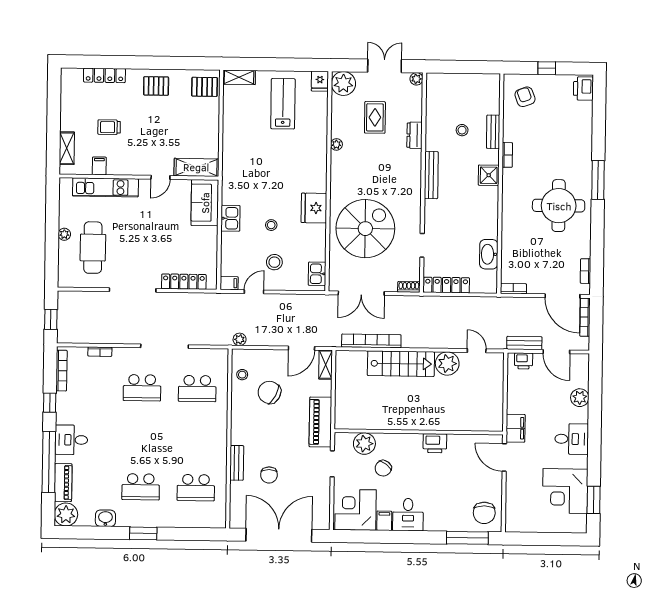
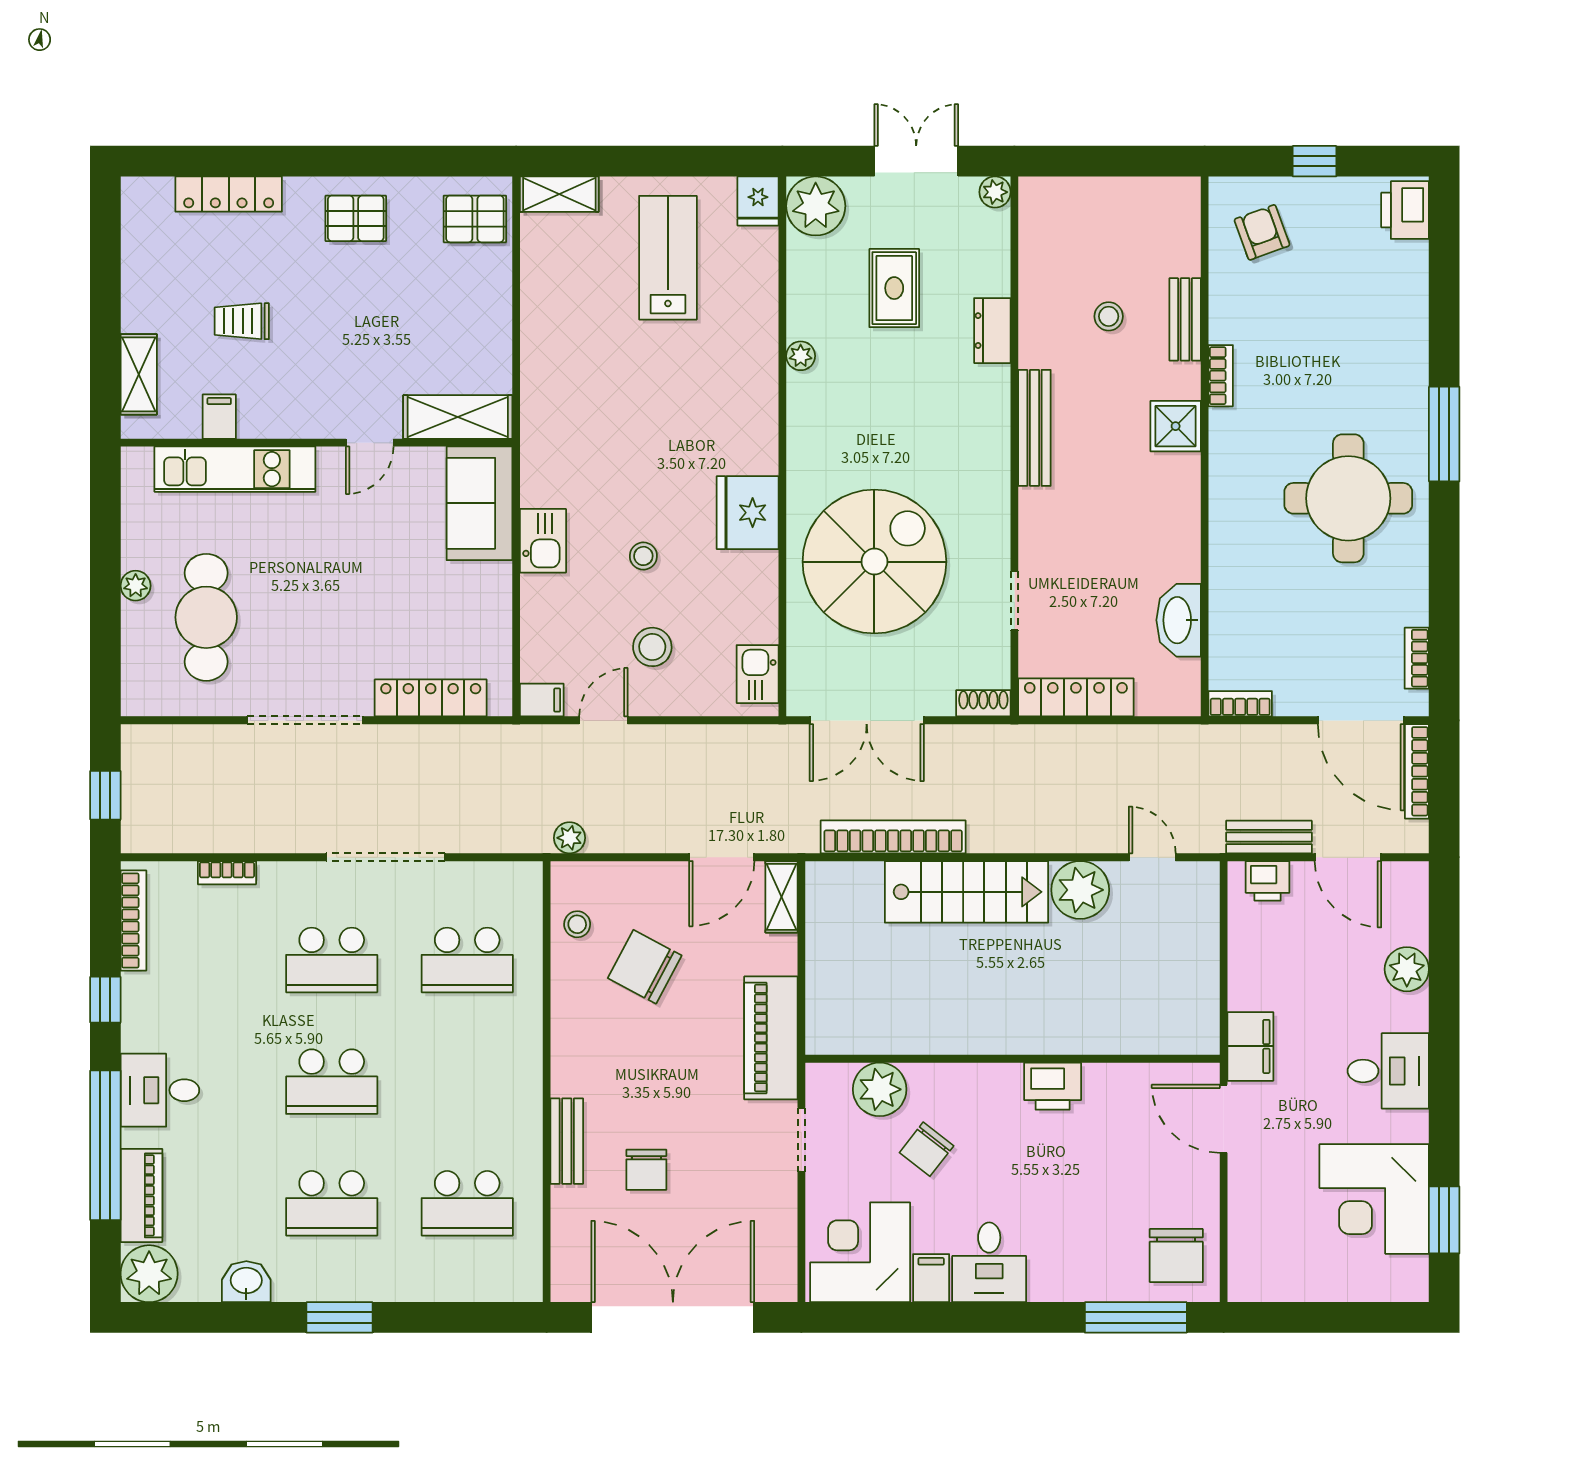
school desk: (141, 437) -> (332, 1082), added

